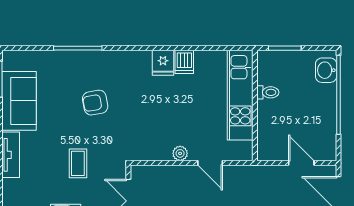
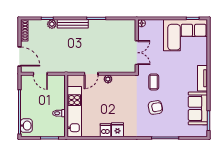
coffee table: (78, 163) -> (154, 82), moved
door: (210, 163) -> (91, 74), swing flipped

